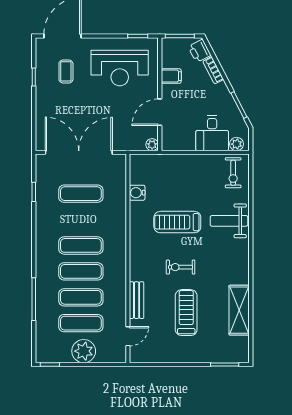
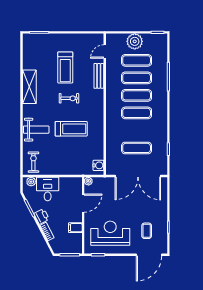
printer: (200, 51) -> (42, 216), moved
water cooler: (137, 193) -> (98, 165), moved
shelving: (239, 310) -> (29, 87), moved

